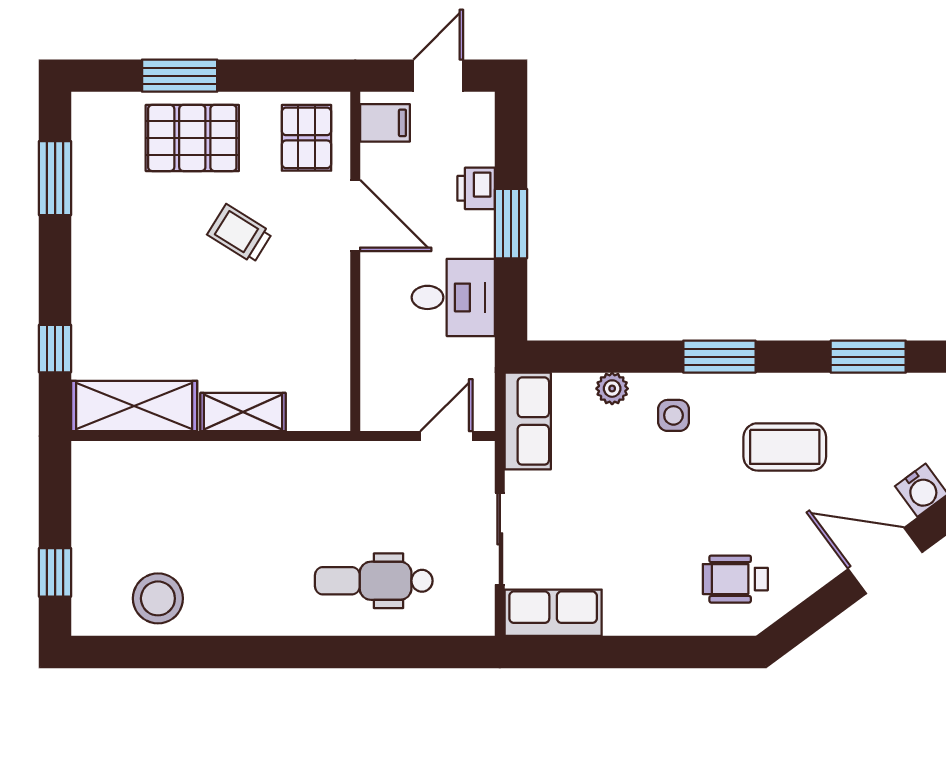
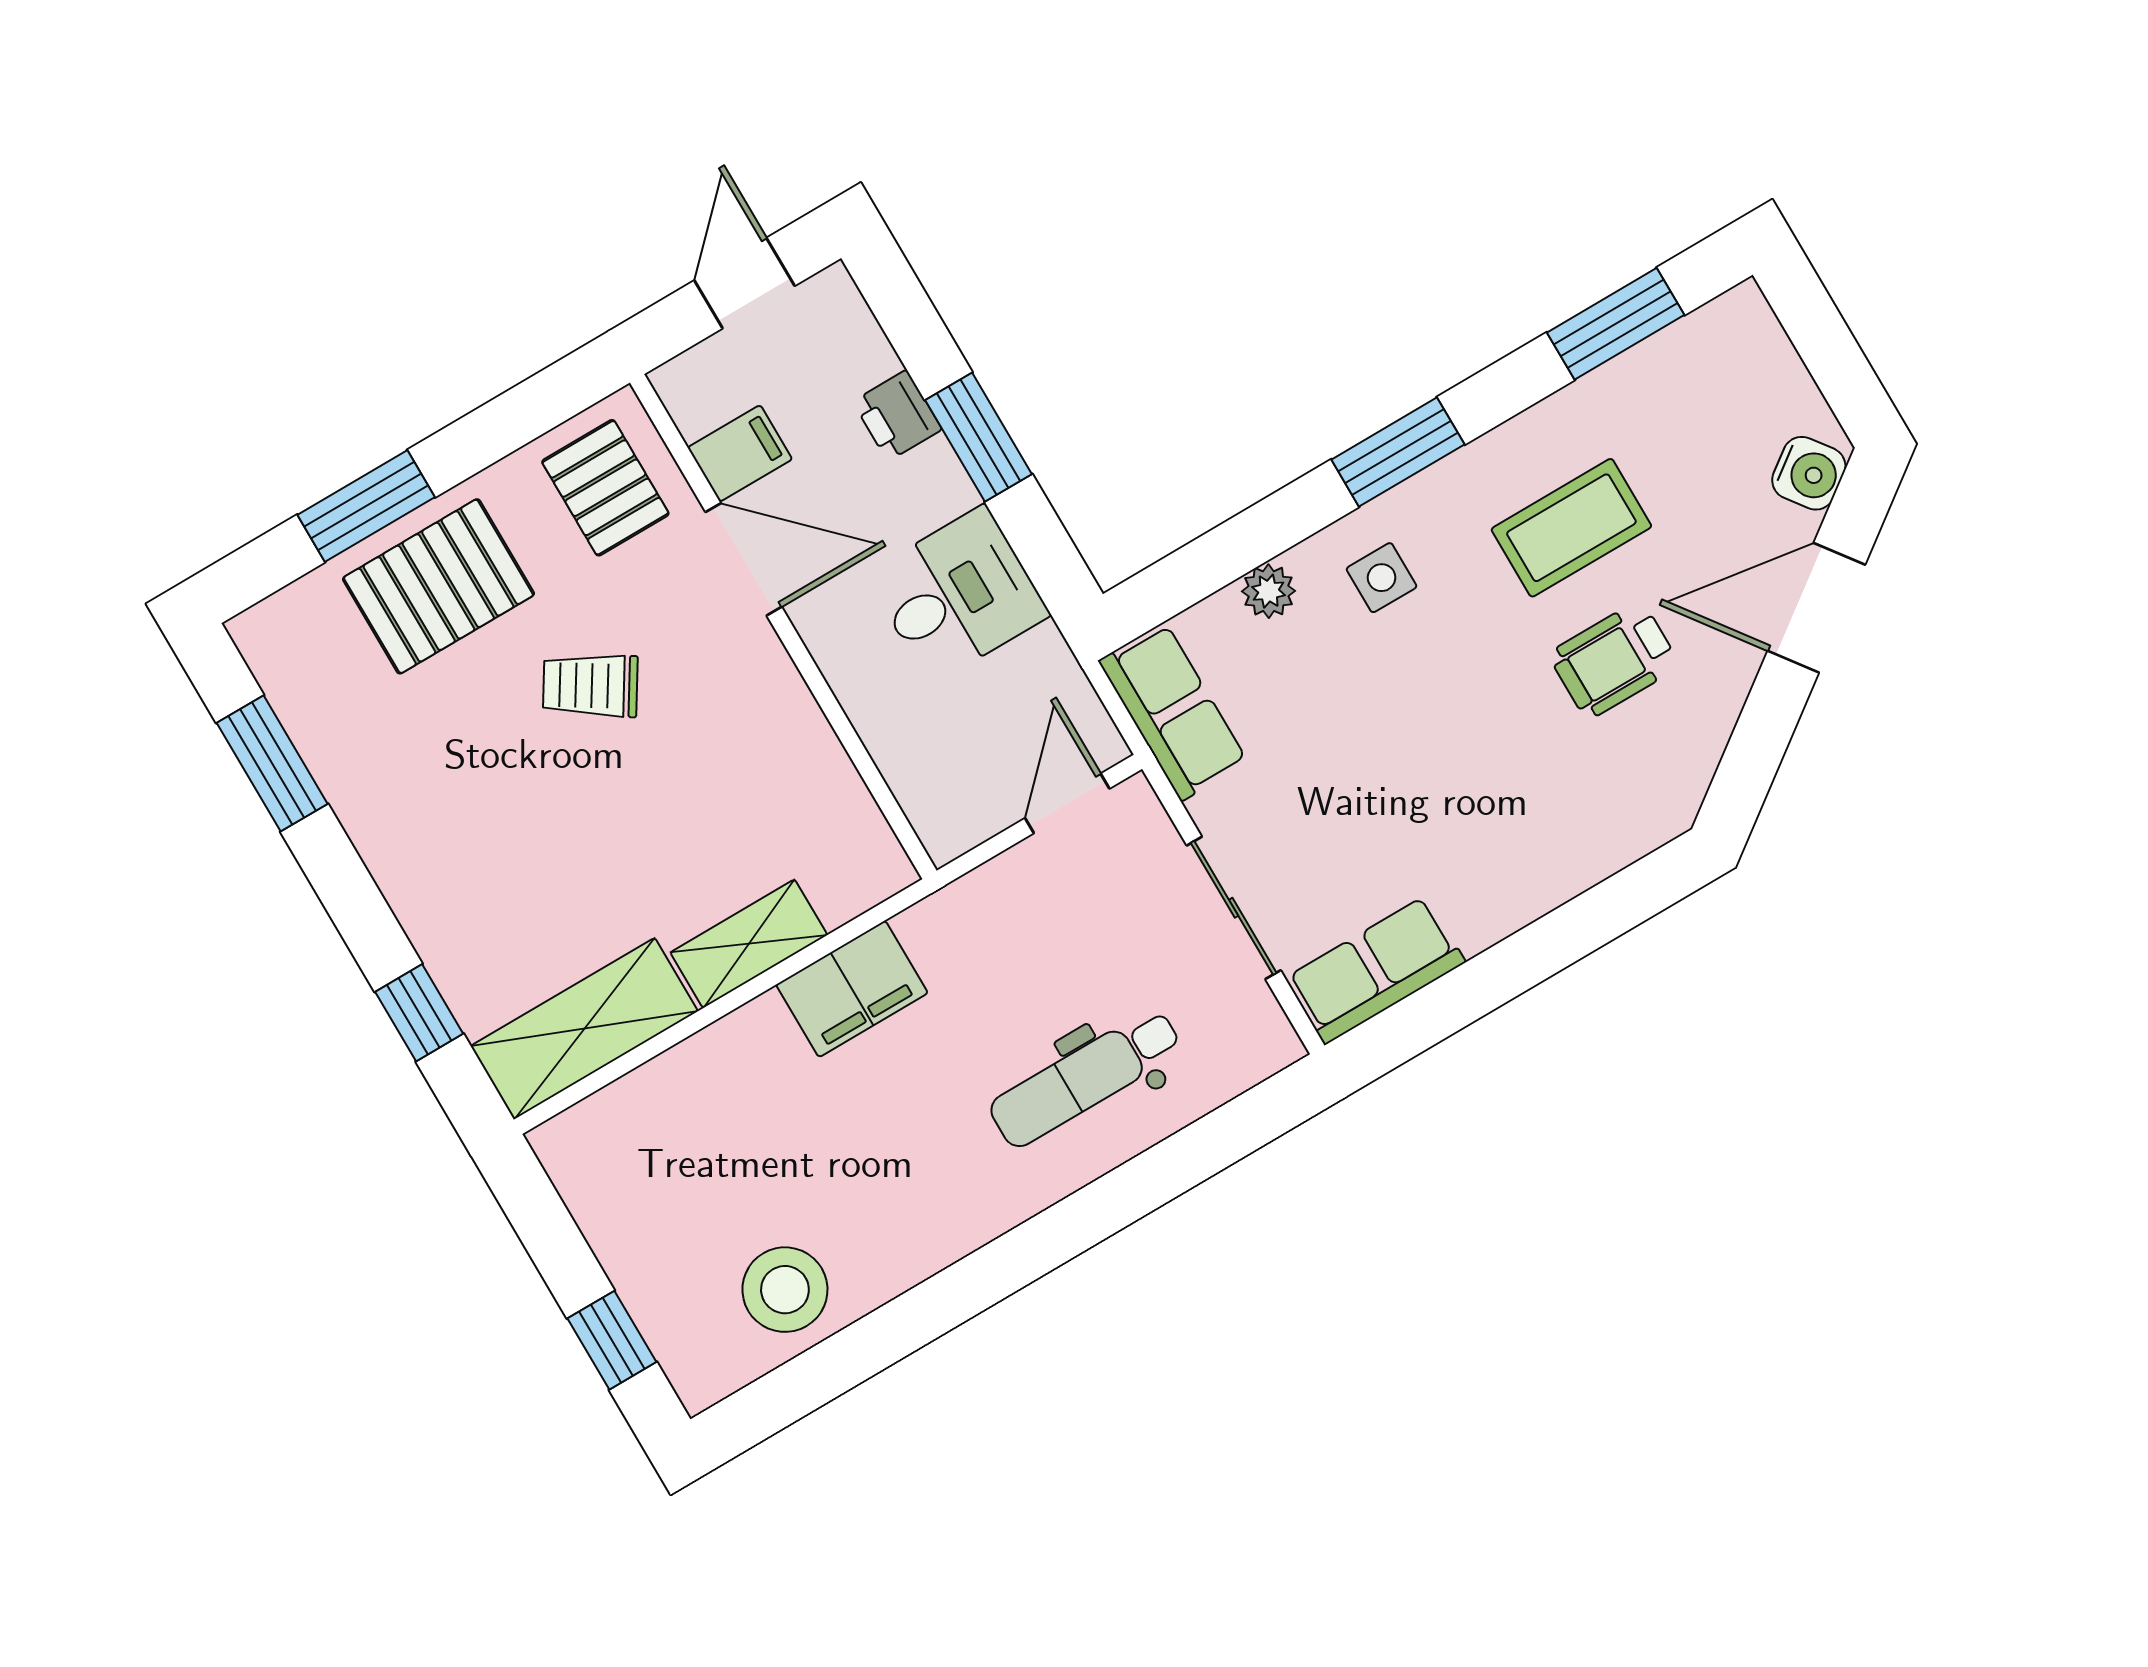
filing cabinet: (385, 123) -> (740, 453), moved
filing cabinet: (282, 466) -> (852, 989), added
wheelchair: (735, 579) -> (1614, 660), moved

